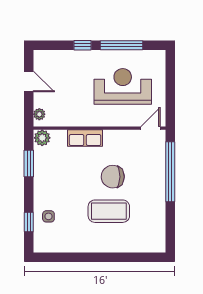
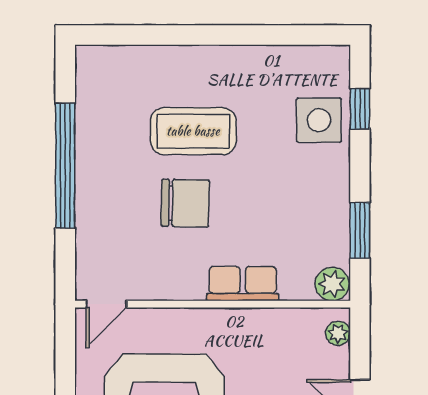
window: (170, 172) -> (65, 166), moved
side table: (48, 216) -> (319, 120), width x1.87, depth x1.87

